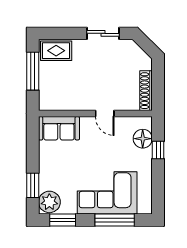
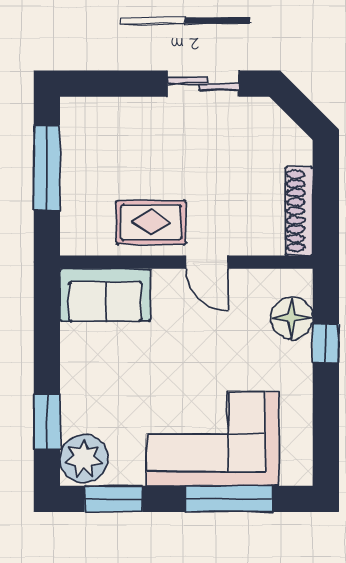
rug: (56, 51) -> (151, 222), moved

